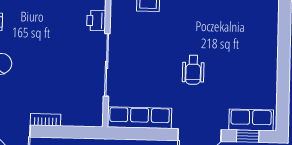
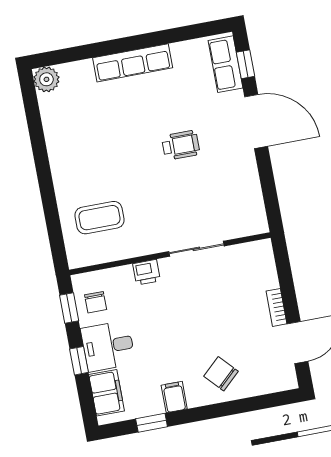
sliding door: (107, 65) -> (196, 249), width x0.73
row of seats: (140, 118) -> (133, 63), moved, turned -90

